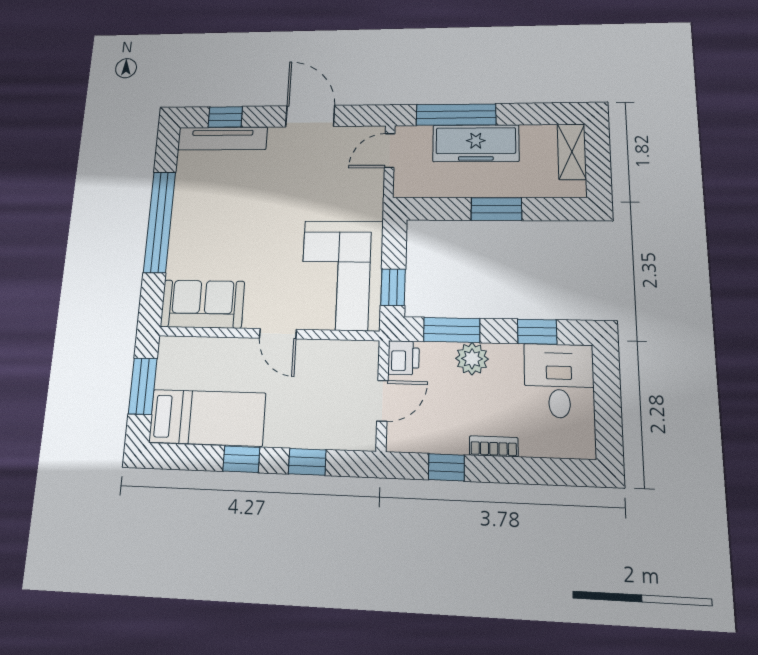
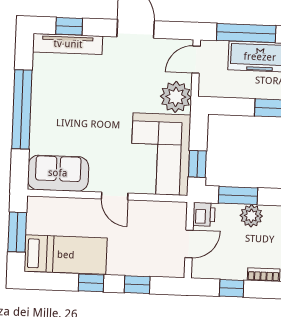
plant: (363, 199) -> (176, 97), added

